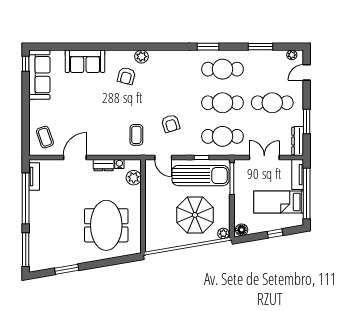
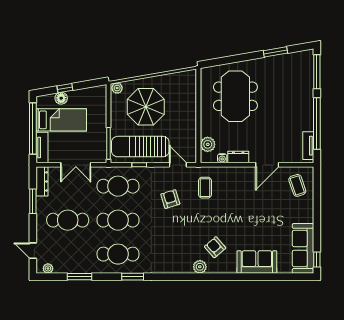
door: (307, 72) -> (33, 251), swing flipped
armchair: (126, 76) -> (215, 247), turned -55
floor lamp: (242, 230) -> (61, 98), moved

